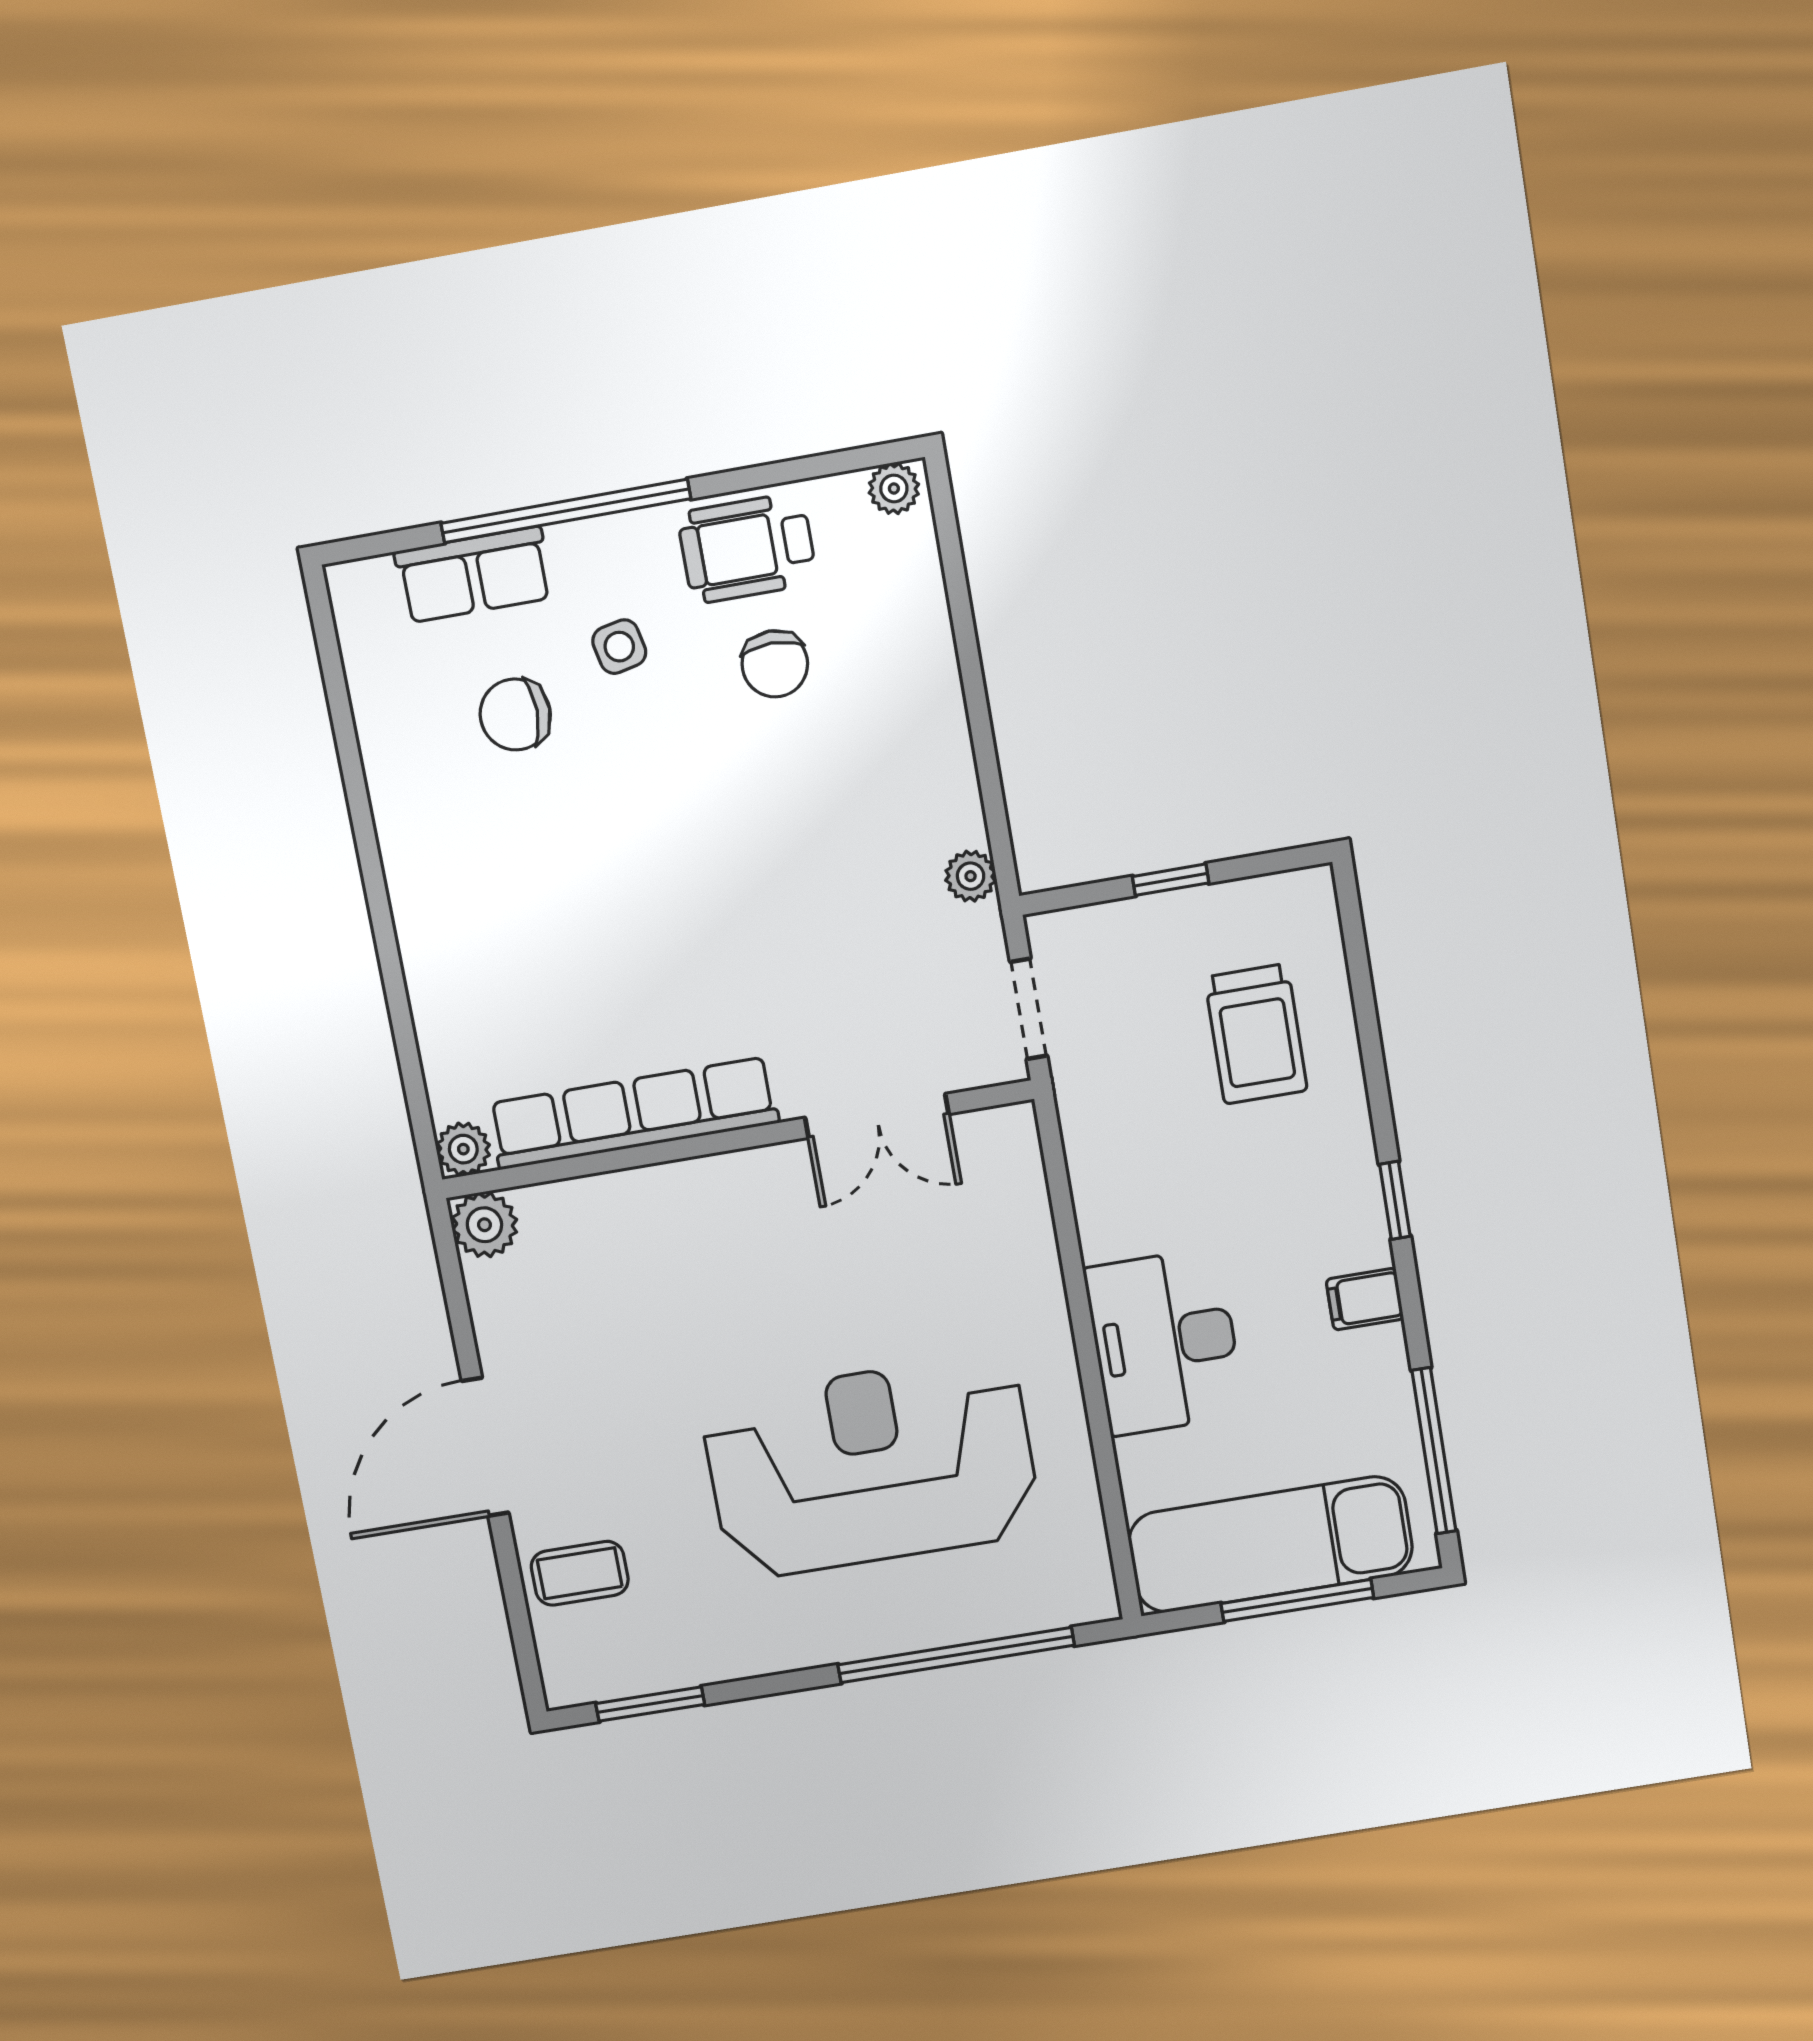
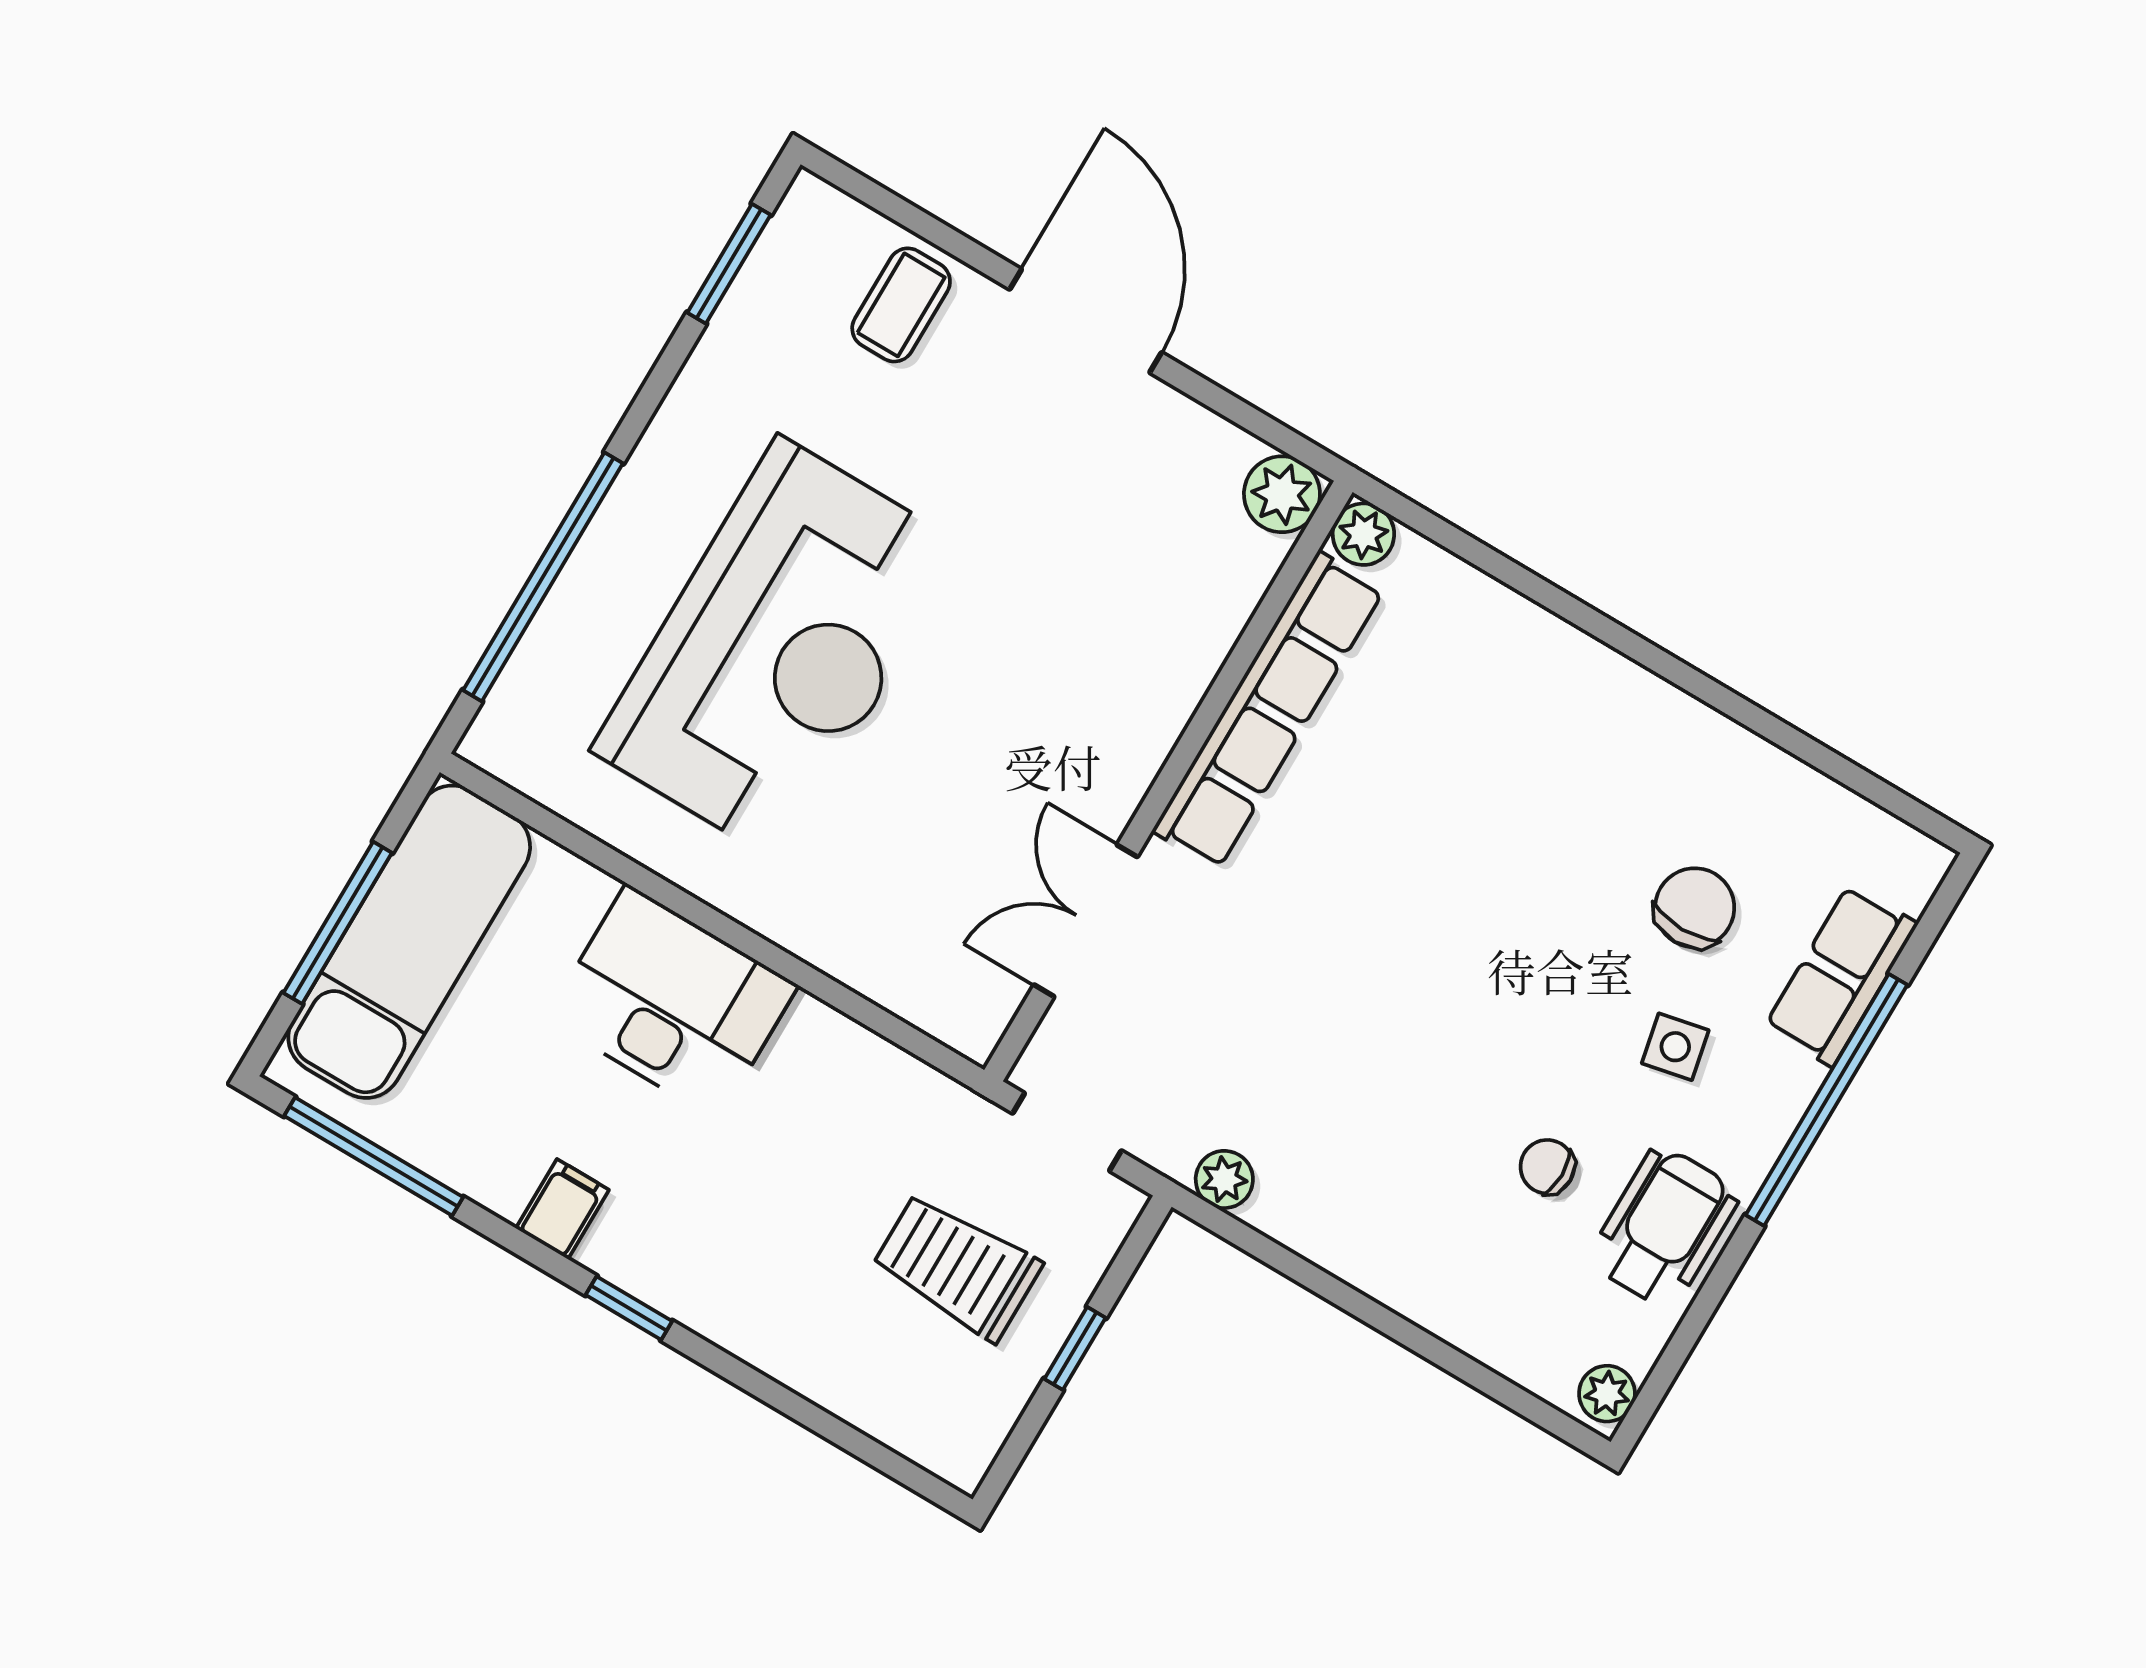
chair: (775, 664) -> (1547, 1167), width x0.73, depth x0.73
trolley: (1256, 1034) -> (957, 1266), moved

